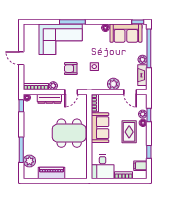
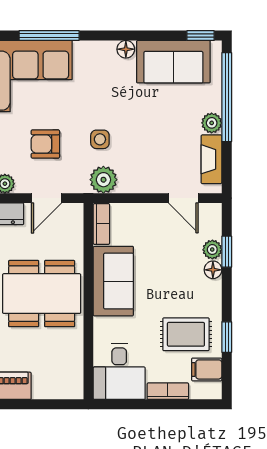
plant: (113, 84) -> (103, 180), moved
rug: (129, 132) -> (186, 334), moved, turned 90

